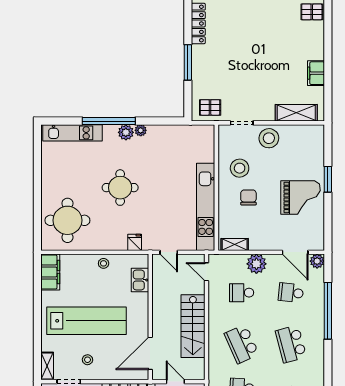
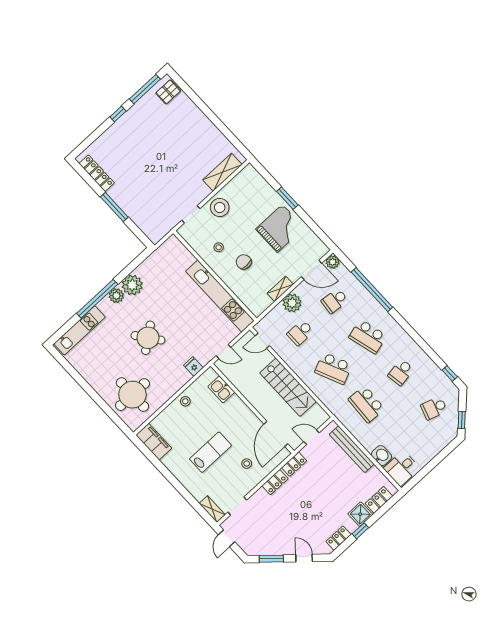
filing cabinet: (316, 73) -> (211, 132), removed
pallet: (210, 107) -> (159, 224), removed
plant: (141, 130) -> (132, 285), width x1.88, depth x1.88
stool: (240, 168) -> (219, 247), width x0.53, depth x0.53
round table: (120, 188) -> (148, 338), turned -37
shelving: (235, 244) -> (280, 289), moved
lab bench: (86, 321) -> (210, 452), width x0.54, depth x0.72
stool: (87, 360) -> (247, 464), moved

